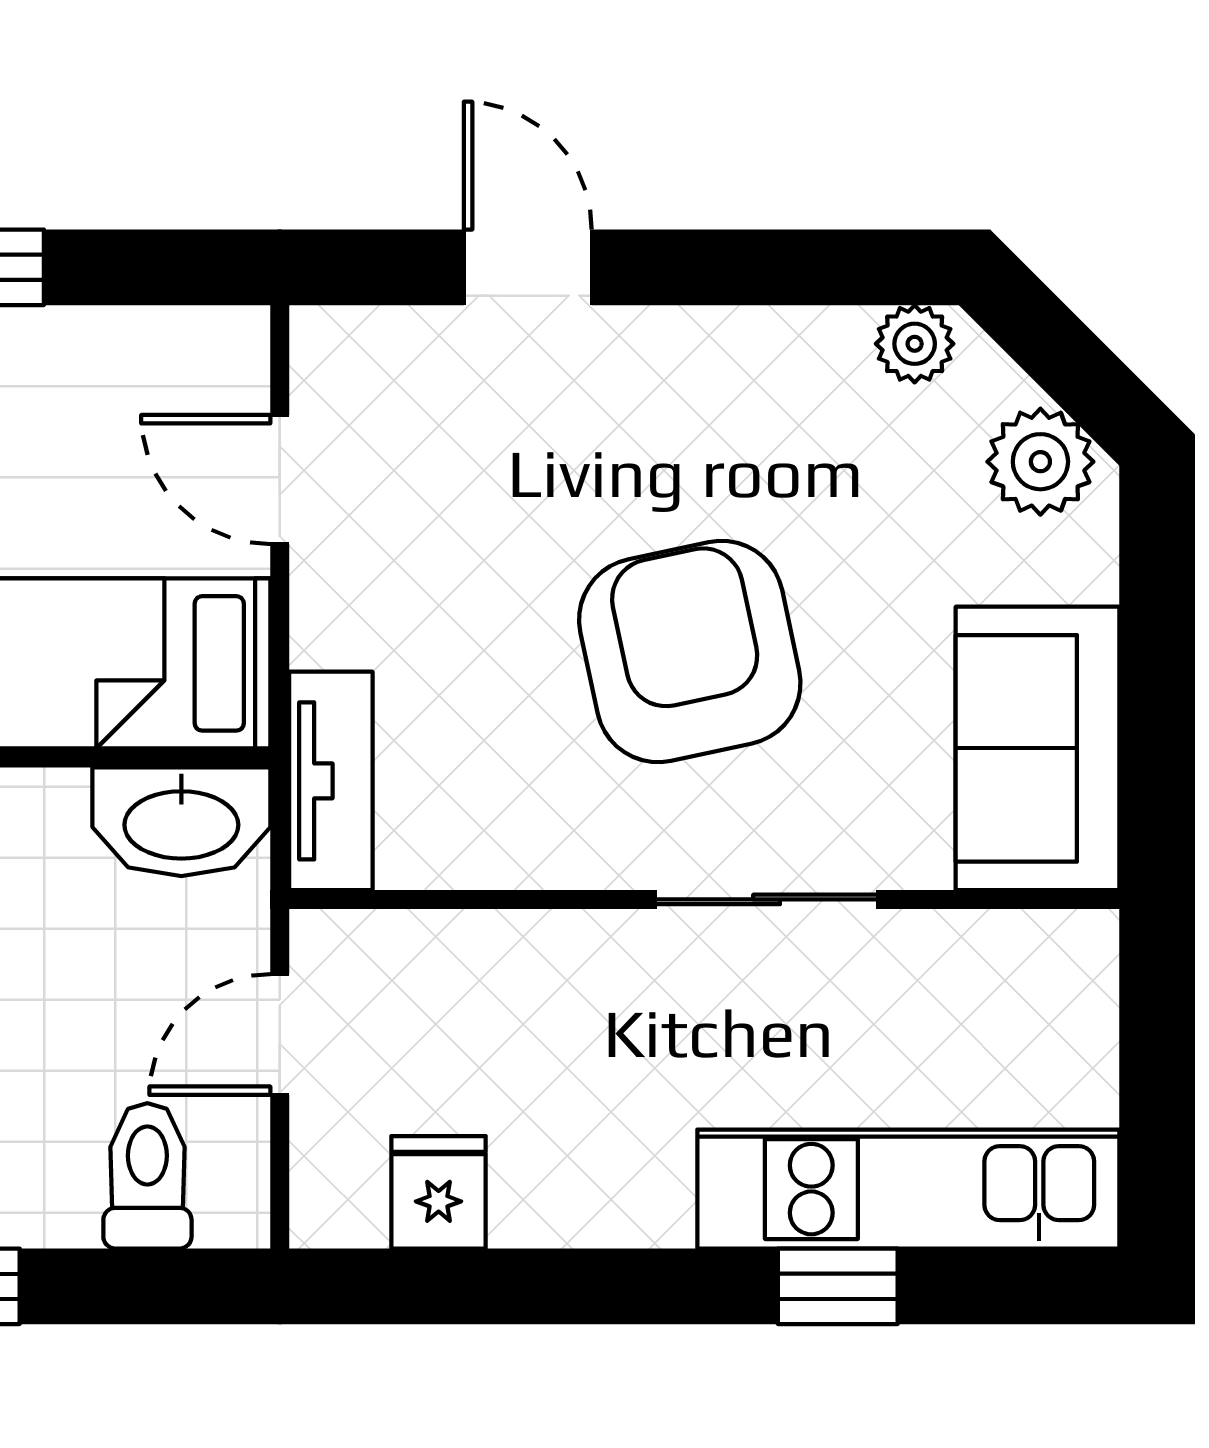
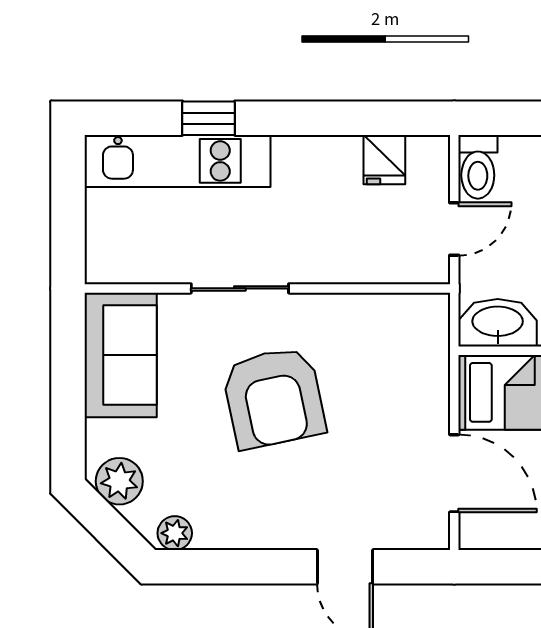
door: (280, 479) -> (454, 473), width x1.37
tv unit: (331, 781) -> (432, 341), removed
toilet: (147, 1176) -> (478, 167), moved

